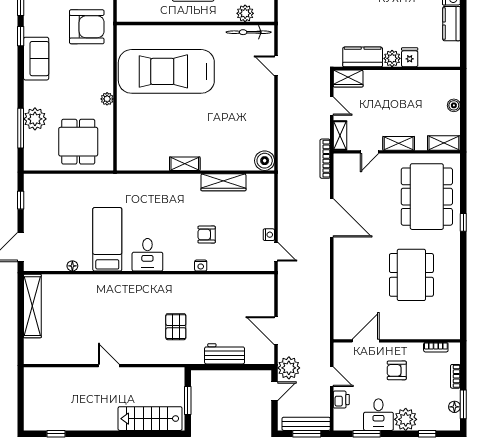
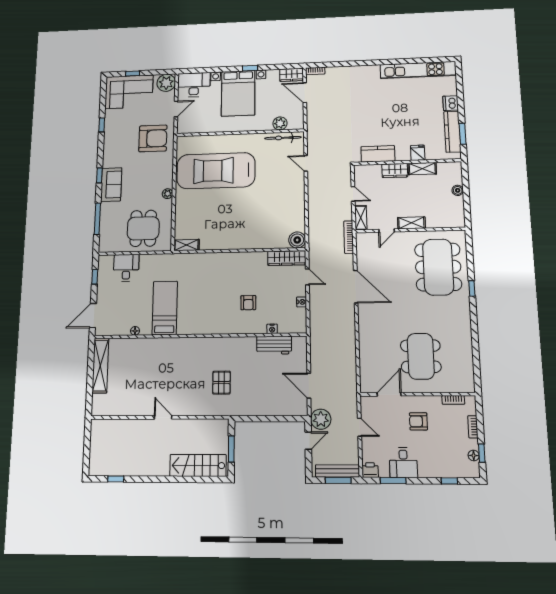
kitchen counter: (452, 24) -> (452, 132), width x1.50
window: (463, 35) -> (463, 134), added
window: (21, 36) -> (99, 175), moved
plant: (392, 58) -> (403, 154), removed
sofa: (36, 59) -> (111, 185), moved
wardrobe: (348, 78) -> (395, 170), moved
plant: (35, 119) -> (109, 211), removed
shelving: (444, 143) -> (422, 169), moved
shelving: (185, 164) -> (186, 245), moved
wardrobe: (223, 182) -> (287, 258), moved
armchair: (207, 235) -> (248, 303), turned -90
door: (276, 252) -> (307, 277), moved
desk: (147, 255) -> (126, 268), moved, turned 180
nightstand: (201, 266) -> (272, 329), moved
dining table: (411, 275) -> (421, 356), moved
workbench: (225, 354) -> (274, 345), moved, turned 180
printer: (341, 400) -> (370, 470), moved, turned -90
window: (463, 404) -> (482, 453), width x0.67
plant: (406, 419) -> (429, 467), removed

